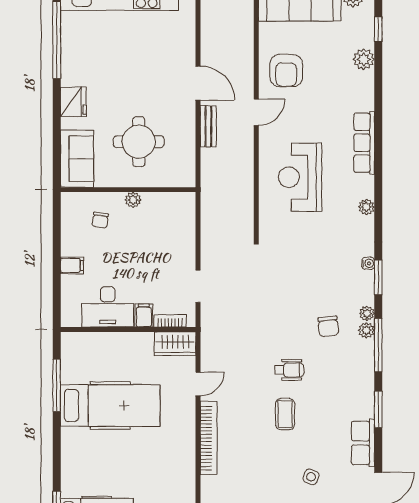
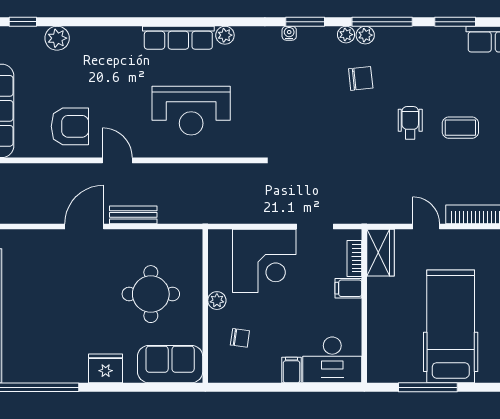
row of seats: (364, 143) -> (178, 38), moved
corner desk: (168, 241) -> (264, 261), added
desk: (108, 307) -> (332, 360), moved, turned 90

